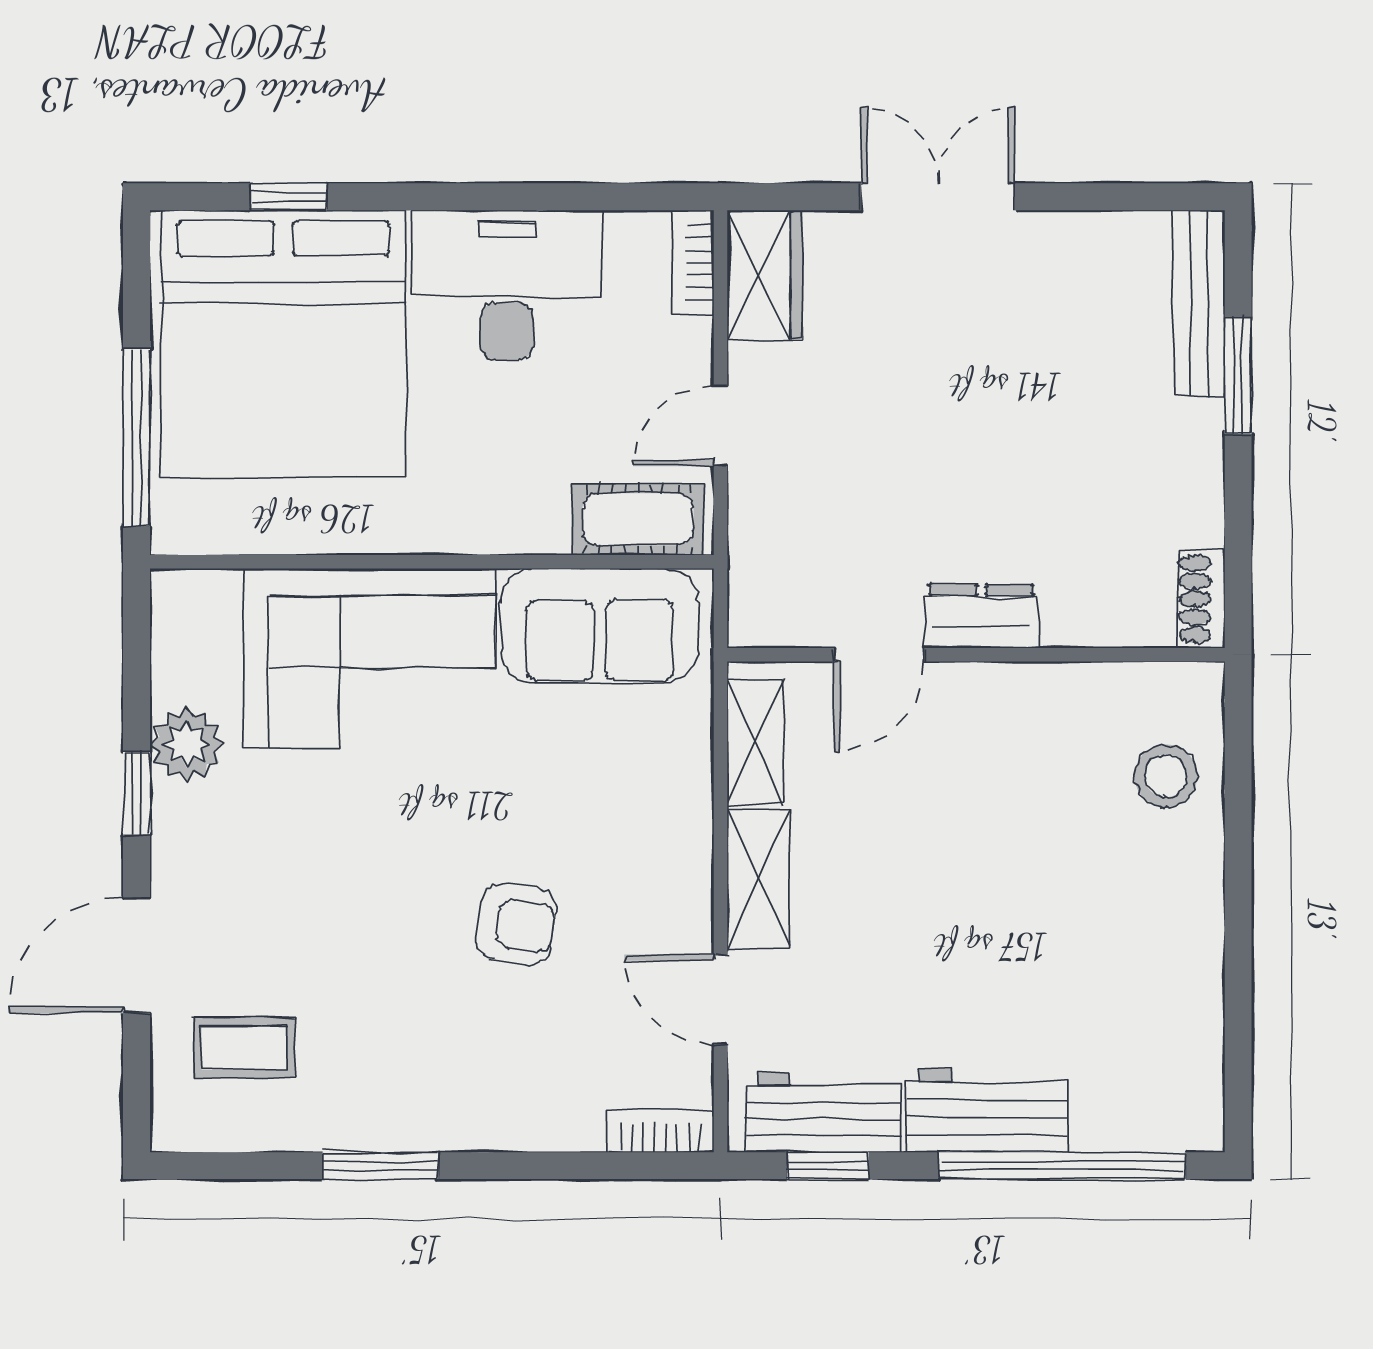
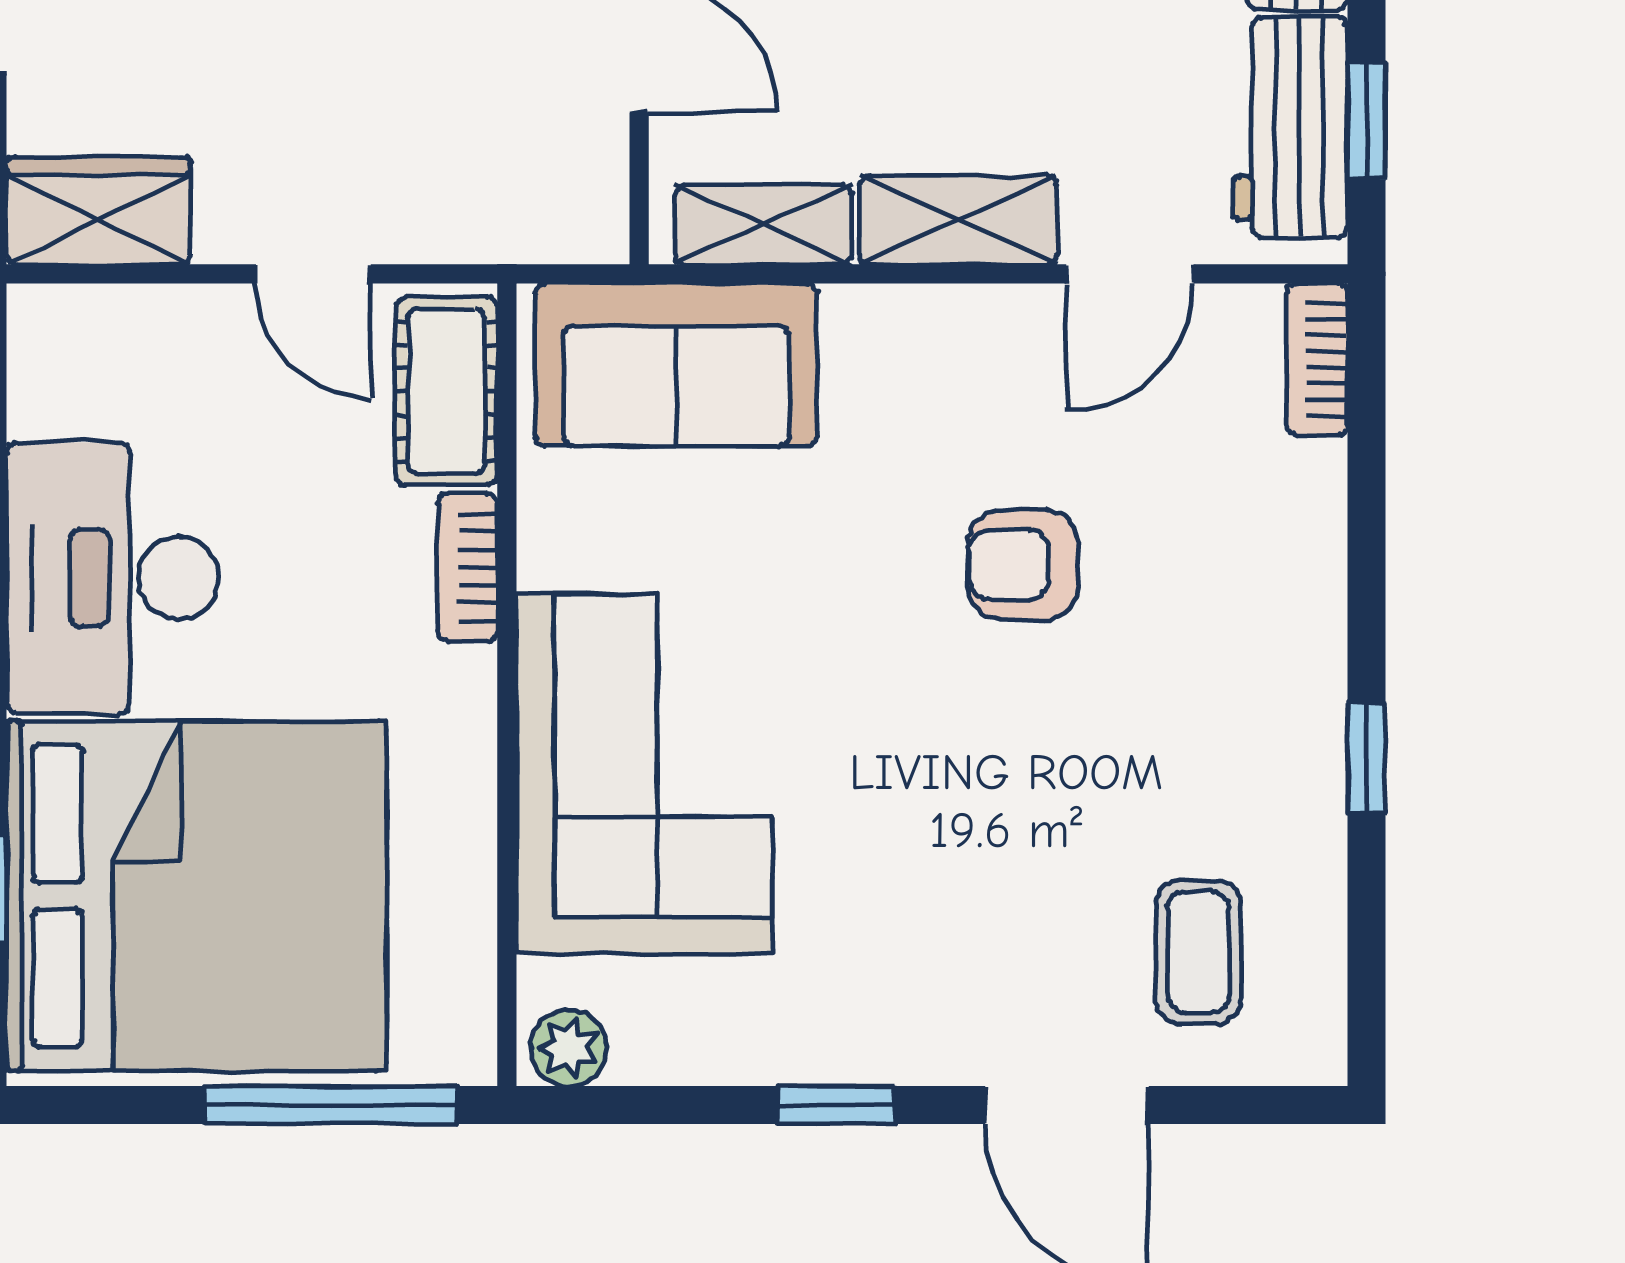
bookcase: (693, 262) -> (468, 567), moved, turned 90
sofa: (600, 626) -> (676, 365), moved, turned 90
plant: (187, 744) -> (569, 1048), moved, width x0.73, depth x0.73
armchair: (516, 924) -> (1023, 565), turned -99
window: (380, 1166) -> (1366, 758), width x0.67

